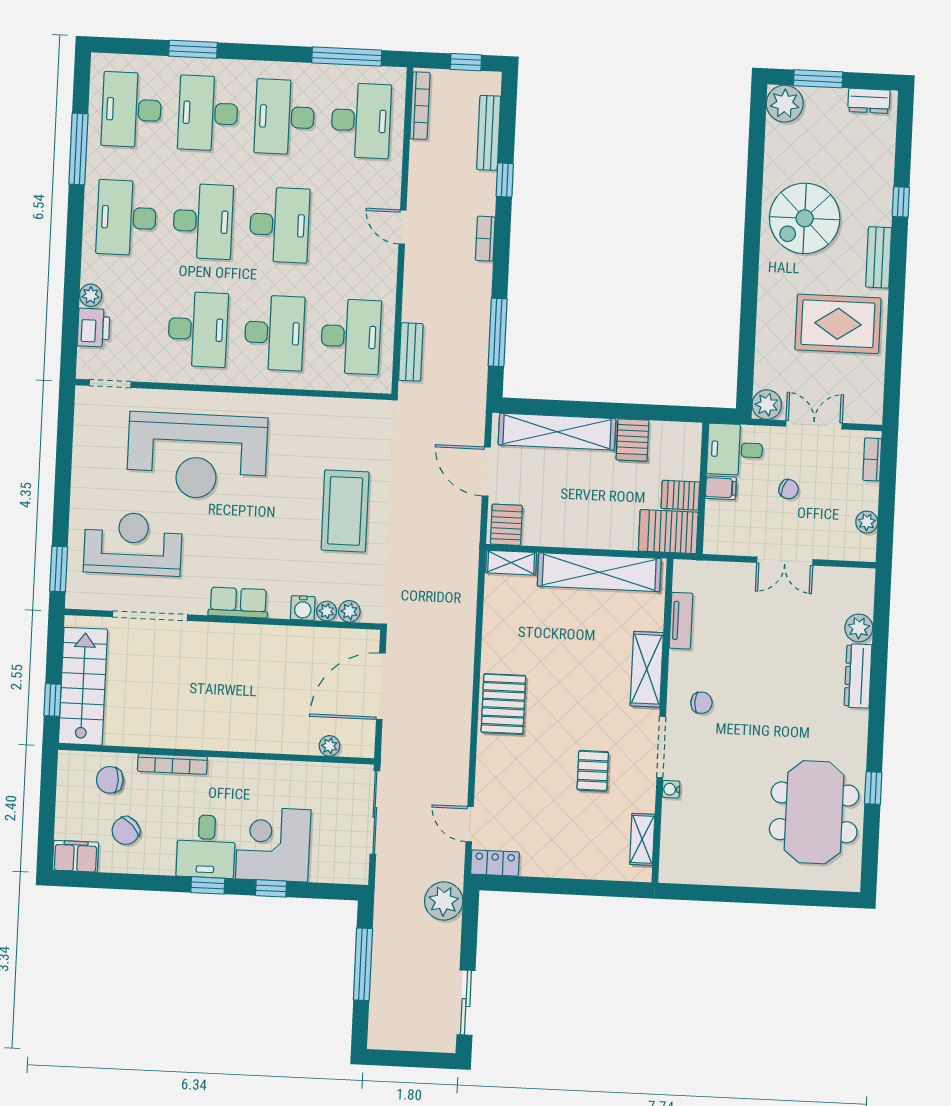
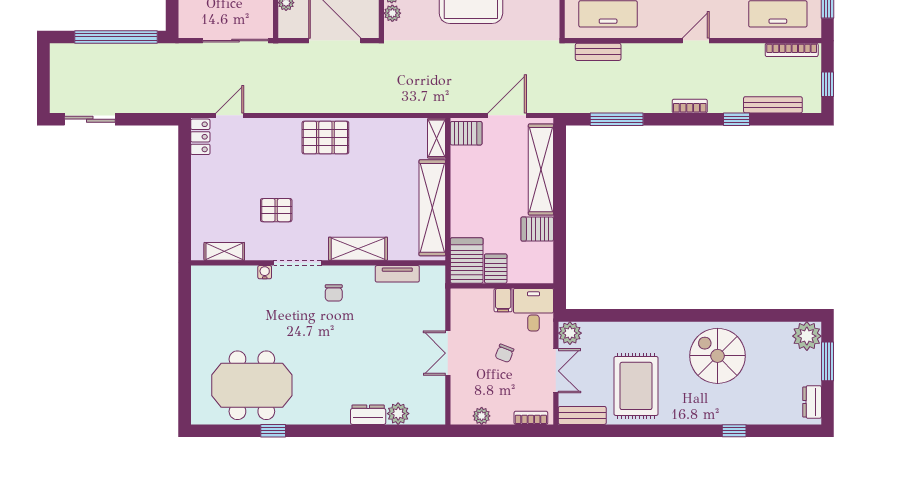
bench: (879, 257) -> (582, 415), moved
dresser: (858, 676) -> (368, 415), width x0.70
plant: (444, 901) -> (169, 98), removed
window: (363, 964) -> (116, 37), width x1.46

